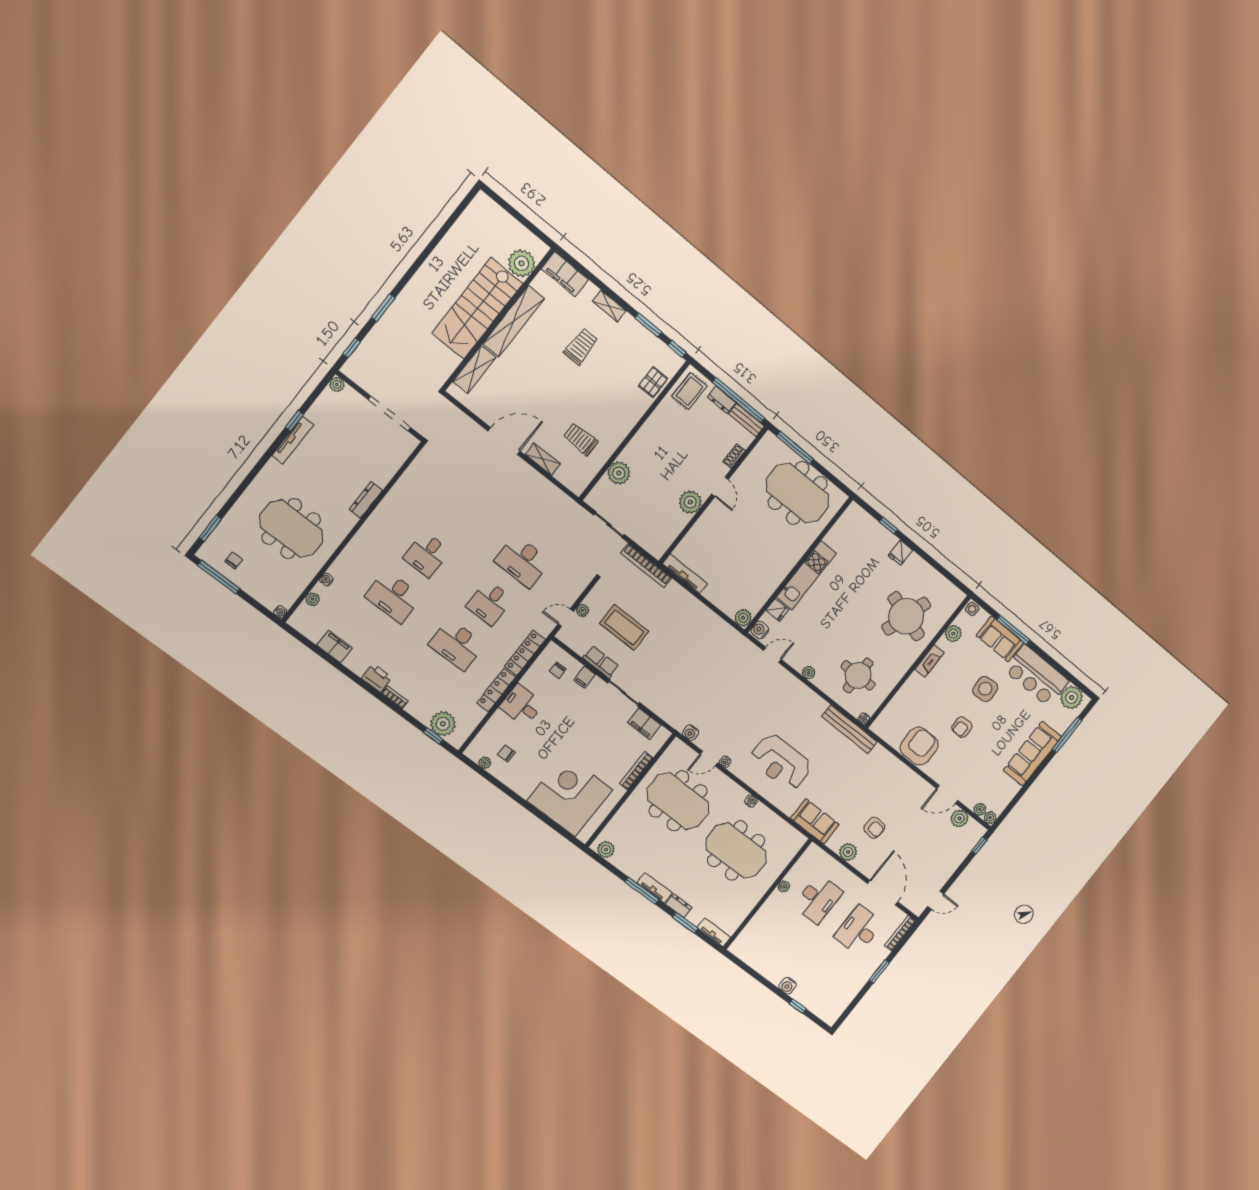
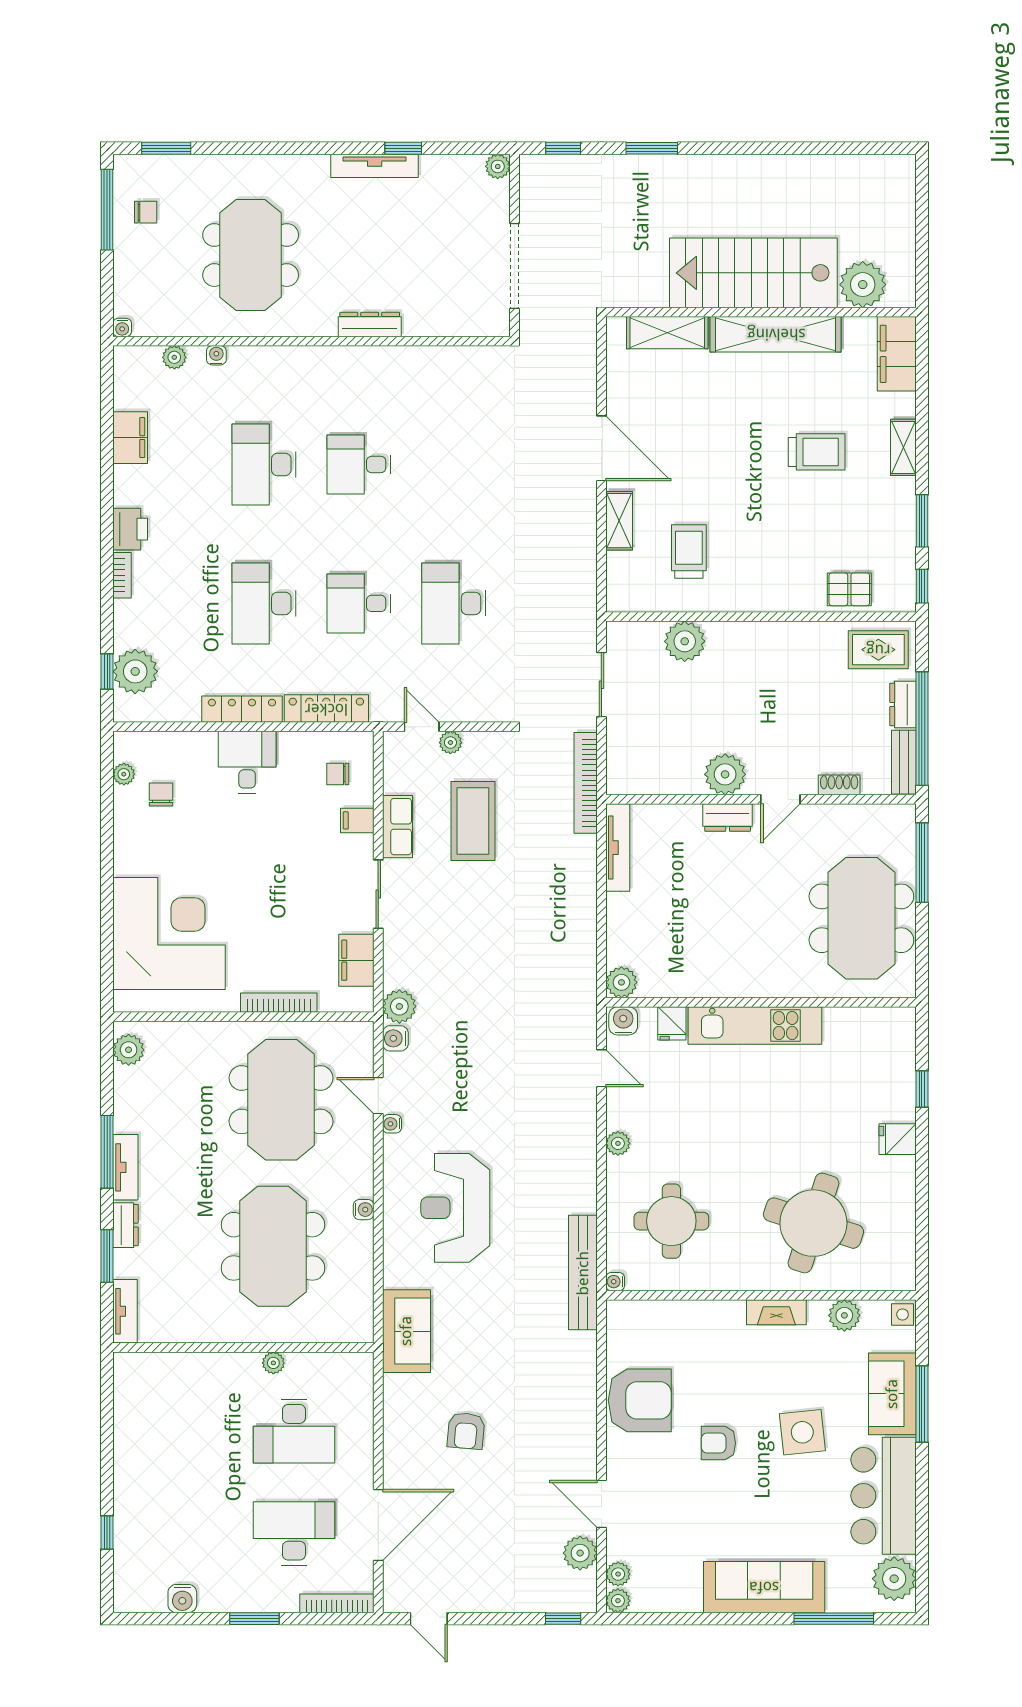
dresser: (710, 516) -> (728, 818), added
plant: (848, 852) -> (399, 1006), moved
water cooler: (788, 986) -> (182, 1599), moved, turned -90

